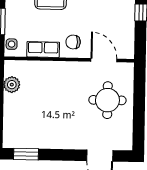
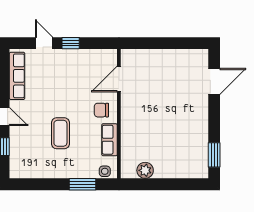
chair: (73, 42) -> (101, 110), turned 90
round table: (107, 100) -> (159, 75), removed

